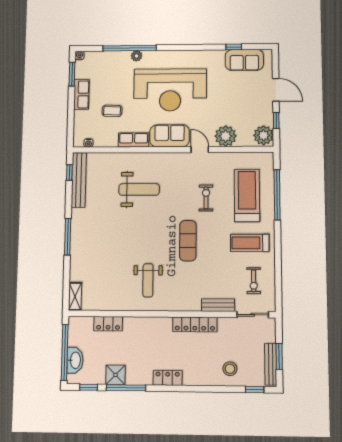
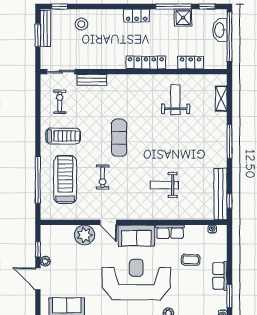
plant: (263, 135) -> (45, 261), moved, width x0.53, depth x0.53
weight bench: (139, 189) -> (164, 185), width x0.73, depth x0.75
treadmill: (247, 195) -> (65, 179), turned 180
weight bench: (148, 280) -> (176, 100), moved
shelving: (75, 296) -> (221, 99), moved
locker: (195, 324) -> (146, 63), moved

